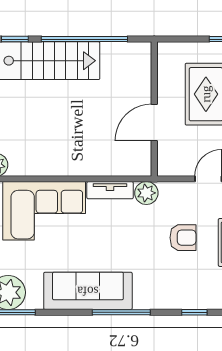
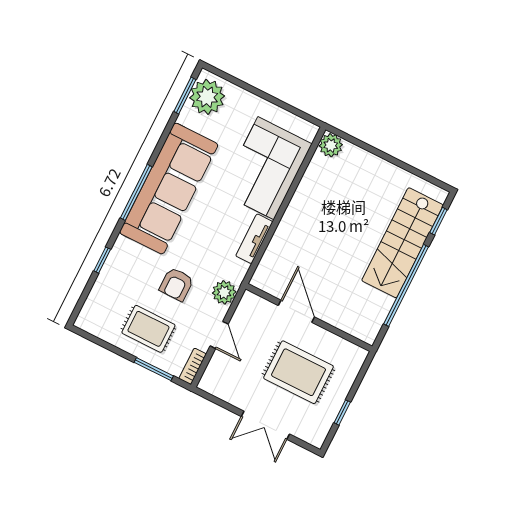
plant: (146, 193) -> (224, 292), moved
sofa: (88, 291) -> (169, 189), width x1.36, depth x1.27

